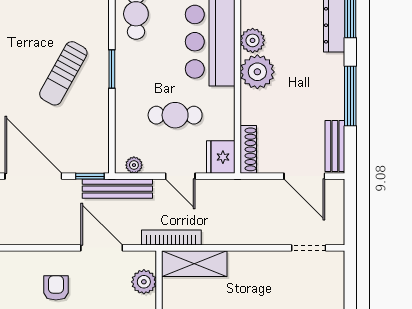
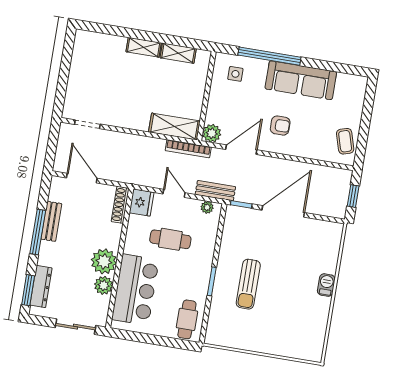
sun lounger: (63, 73) -> (248, 284), turned 151
bench: (335, 146) -> (51, 221), moved
door: (33, 176) -> (283, 211), swing flipped
bench: (117, 189) -> (215, 191), width x0.73
door: (102, 248) -> (241, 150), swing flipped
plant: (144, 282) -> (212, 133), moved
armchair: (56, 288) -> (280, 126), turned -90

